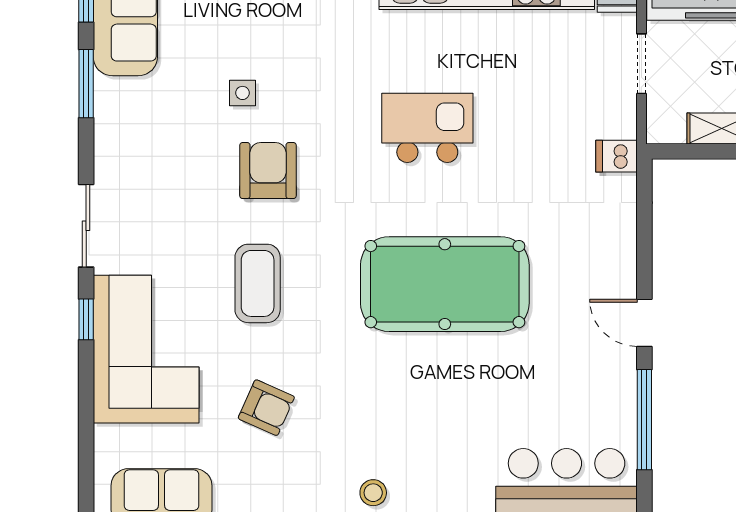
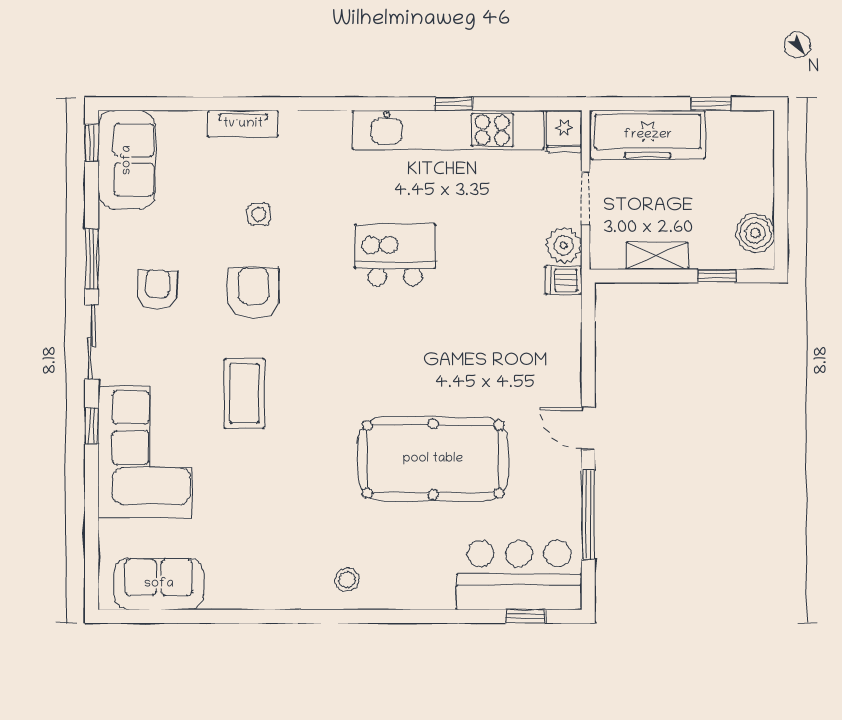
window: (86, 84) -> (92, 259), moved
side table: (242, 93) -> (259, 214), moved
plant: (617, 117) -> (564, 245), added
pool table: (445, 284) -> (433, 459), moved
armchair: (266, 408) -> (157, 289), moved, turned -112

